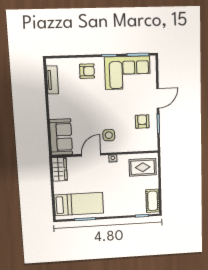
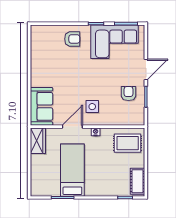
tv unit: (52, 80) -> (36, 47), removed
bed: (79, 204) -> (72, 170), moved, turned -90

